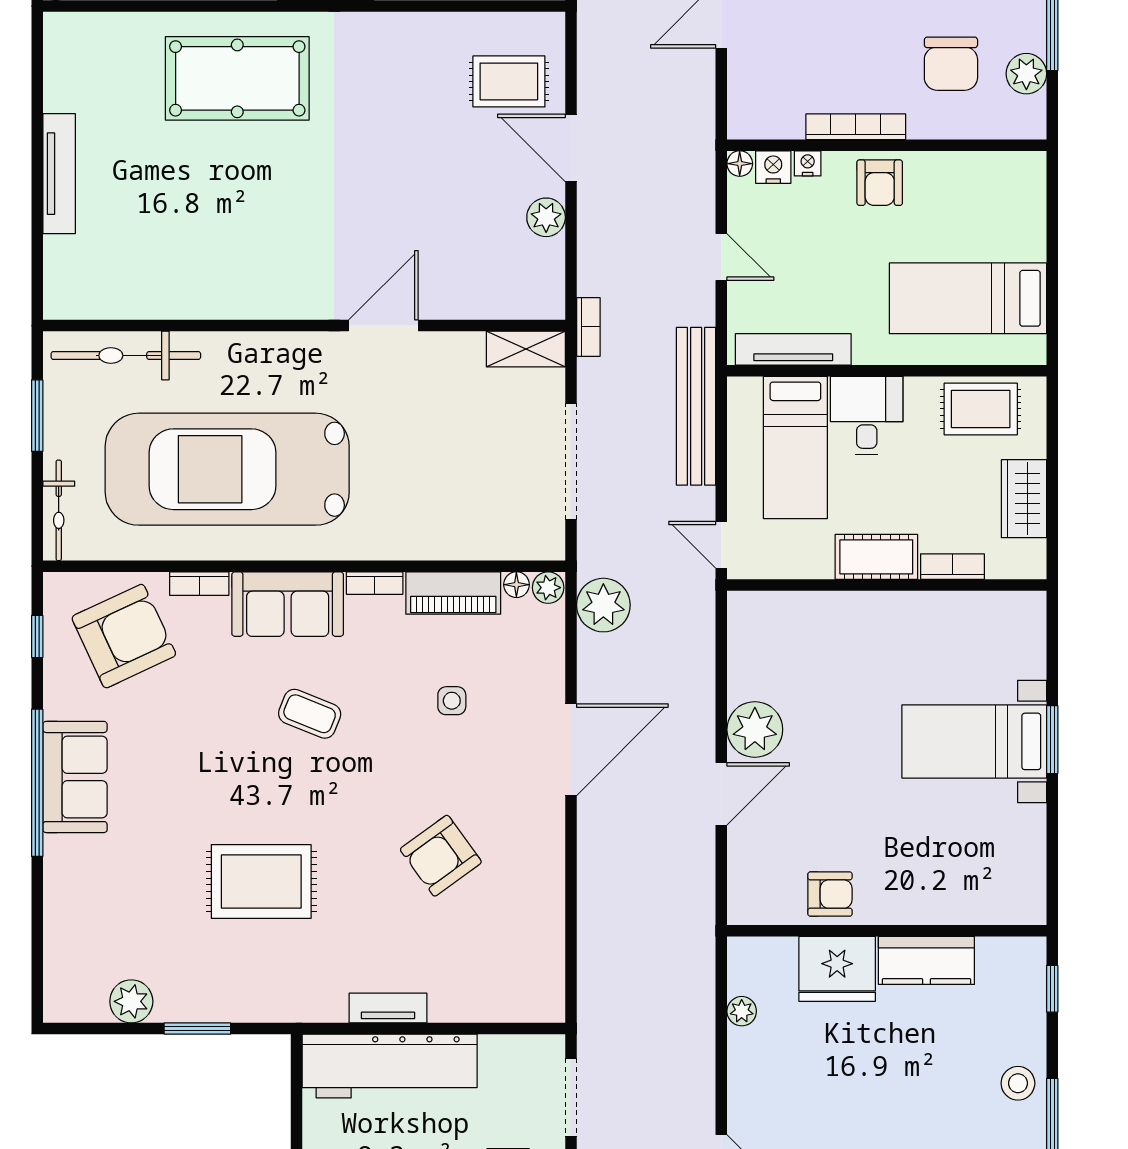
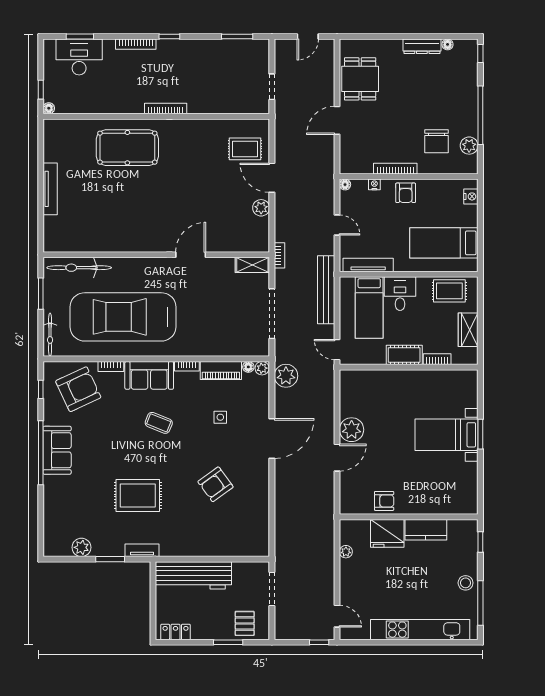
nightstand: (773, 167) -> (471, 196), moved, turned 90
tv unit: (388, 1008) -> (142, 550), moved

